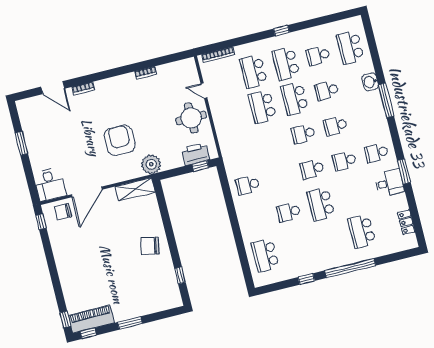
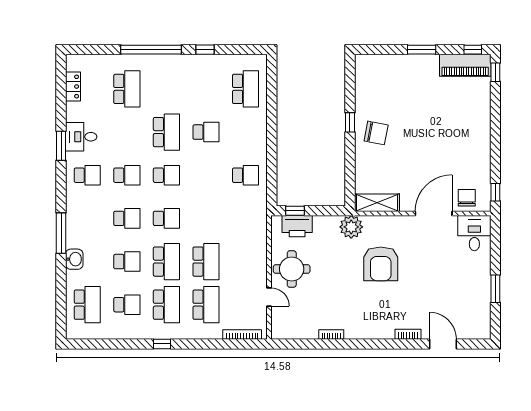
chair: (63, 212) -> (467, 198), turned -90
window: (180, 275) -> (350, 122), moved

